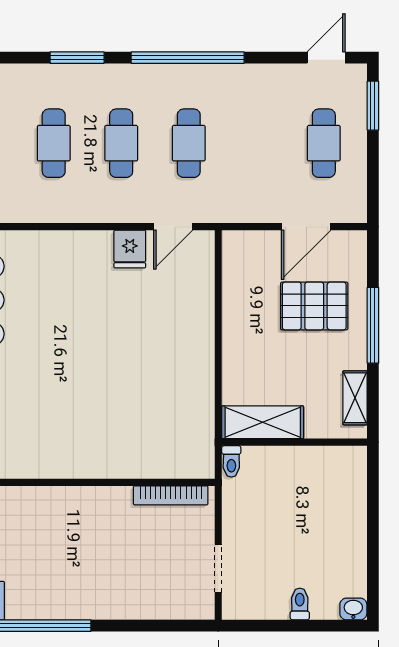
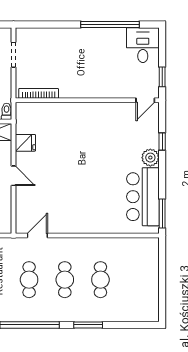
fridge: (130, 249) -> (25, 143), moved, turned 90
door: (218, 340) -> (13, 176), added

